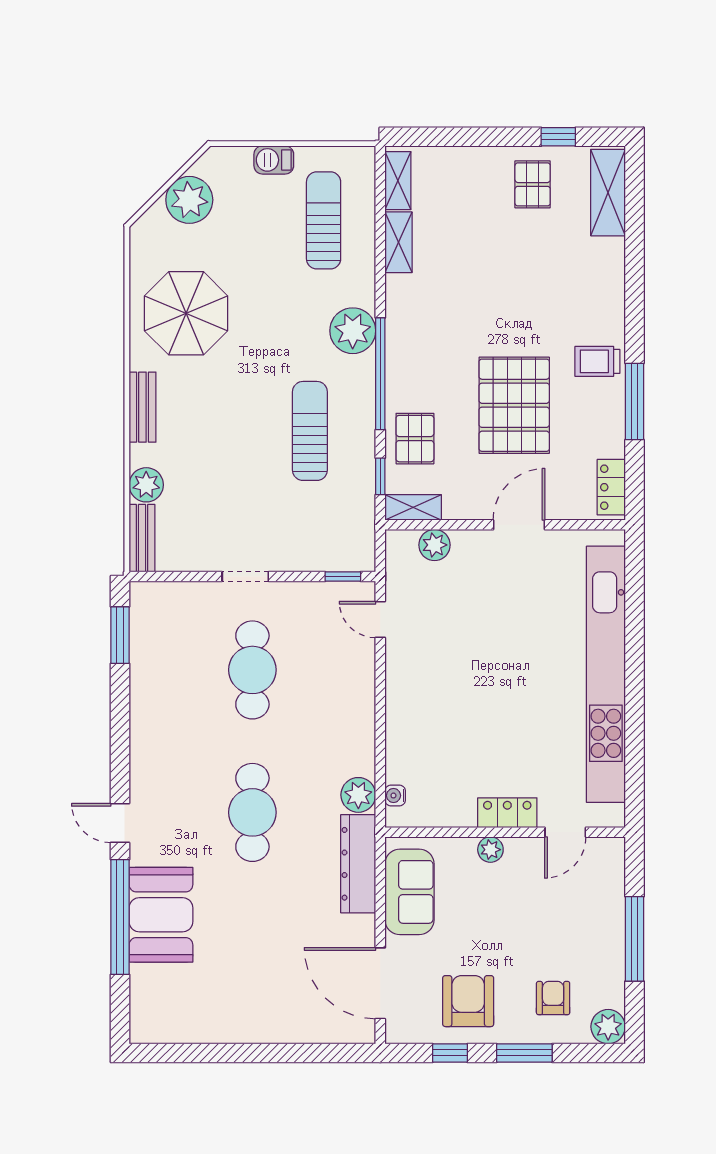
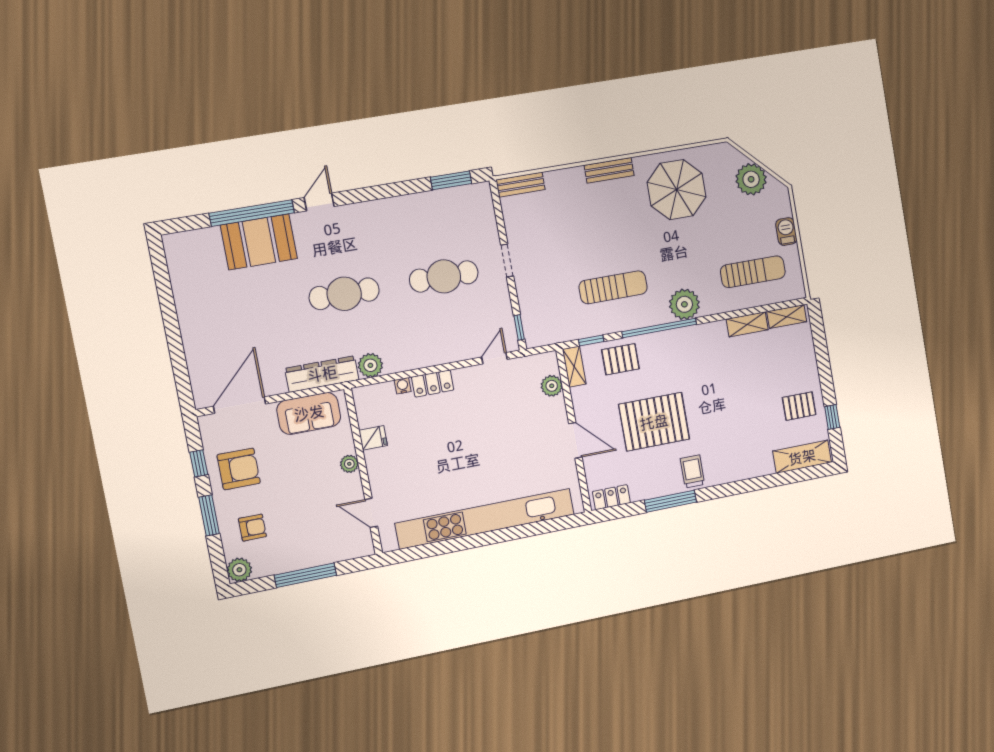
plant: (146, 485) -> (557, 182), removed
water cooler: (395, 796) -> (403, 386), moved
fridge: (460, 810) -> (373, 438), added
locker: (507, 813) -> (433, 383), moved, turned 90

